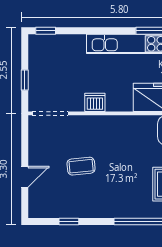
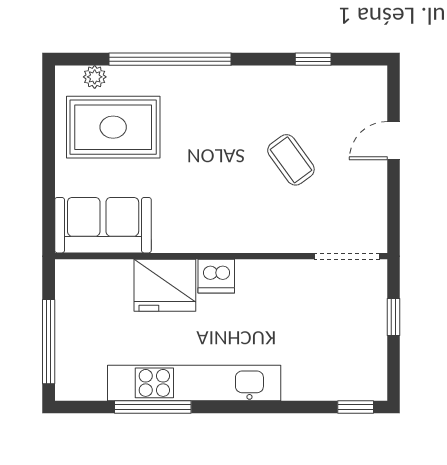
dishwasher: (95, 102) -> (216, 276), moved
coffee table: (81, 166) -> (291, 160), turned 60

